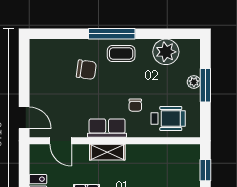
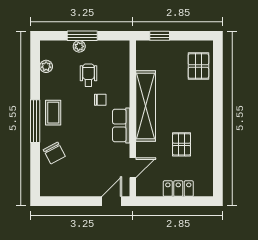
plant: (166, 52) -> (46, 66), width x0.53, depth x0.53
chair: (86, 70) -> (54, 153), moved, turned 144
wheelchair: (168, 119) -> (88, 75), moved, width x0.73, depth x0.73
shelving: (107, 152) -> (146, 106), width x2.20, depth x1.33

